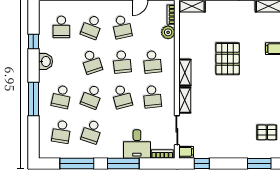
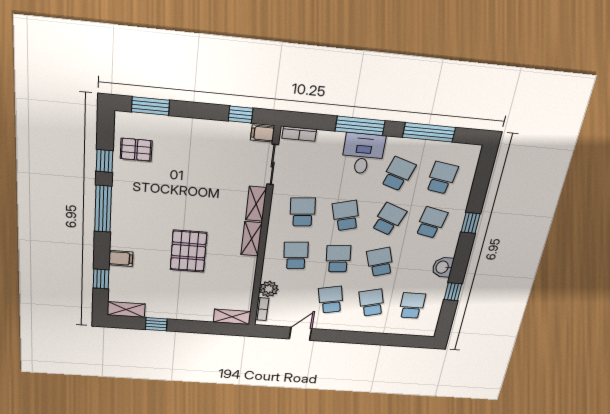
school desk: (92, 27) -> (372, 303), turned -36
window: (33, 99) -> (471, 223), width x0.46
desk: (137, 144) -> (363, 154), moved

